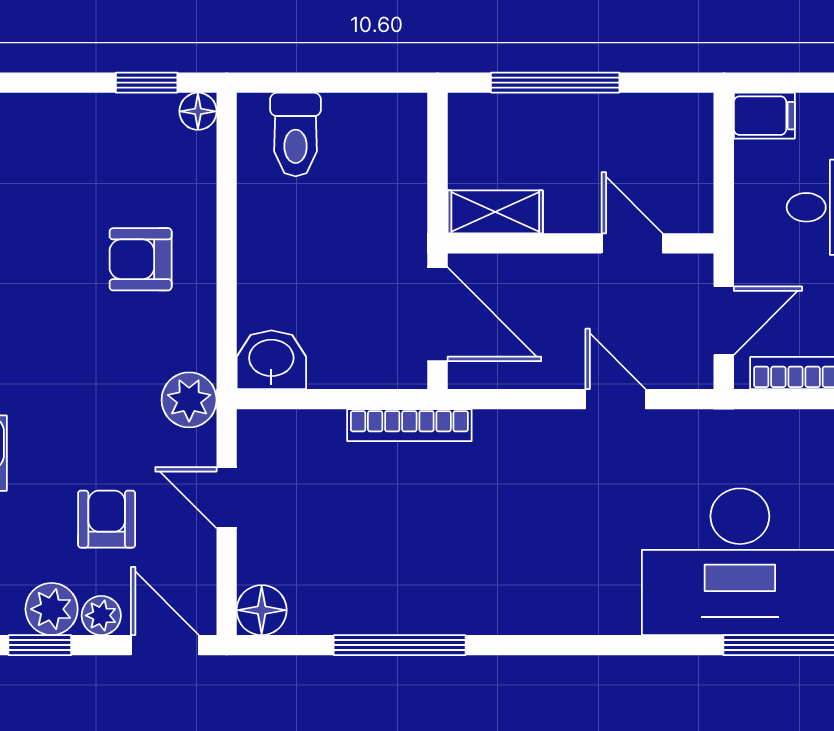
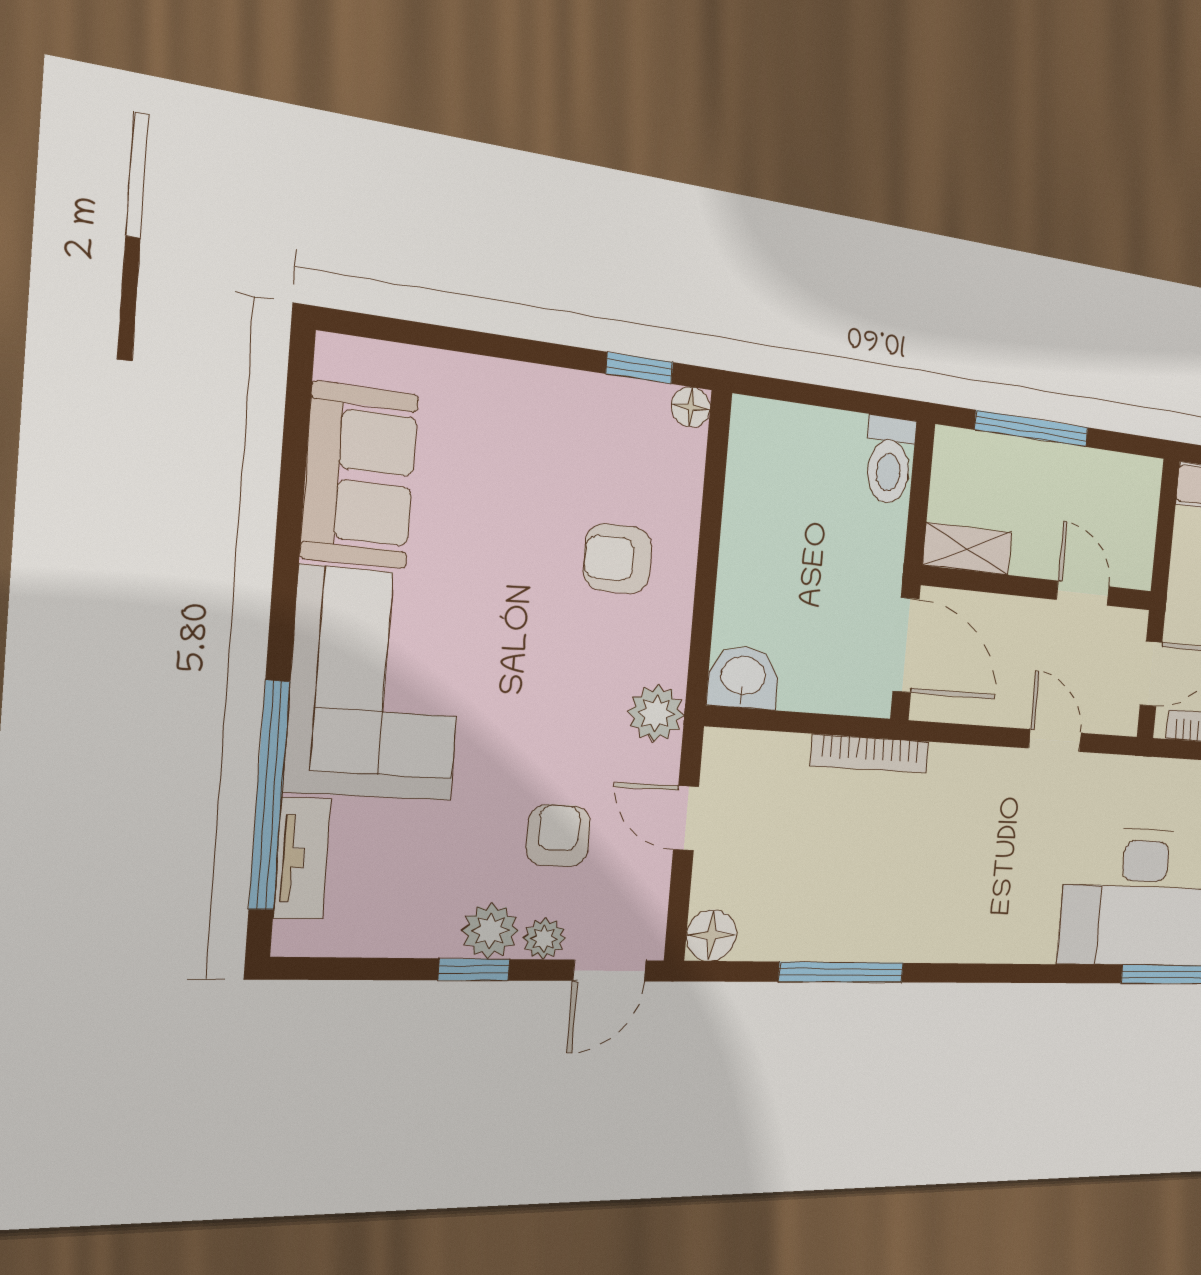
toilet: (296, 135) -> (889, 460), moved
door: (165, 645) -> (610, 971), swing flipped

